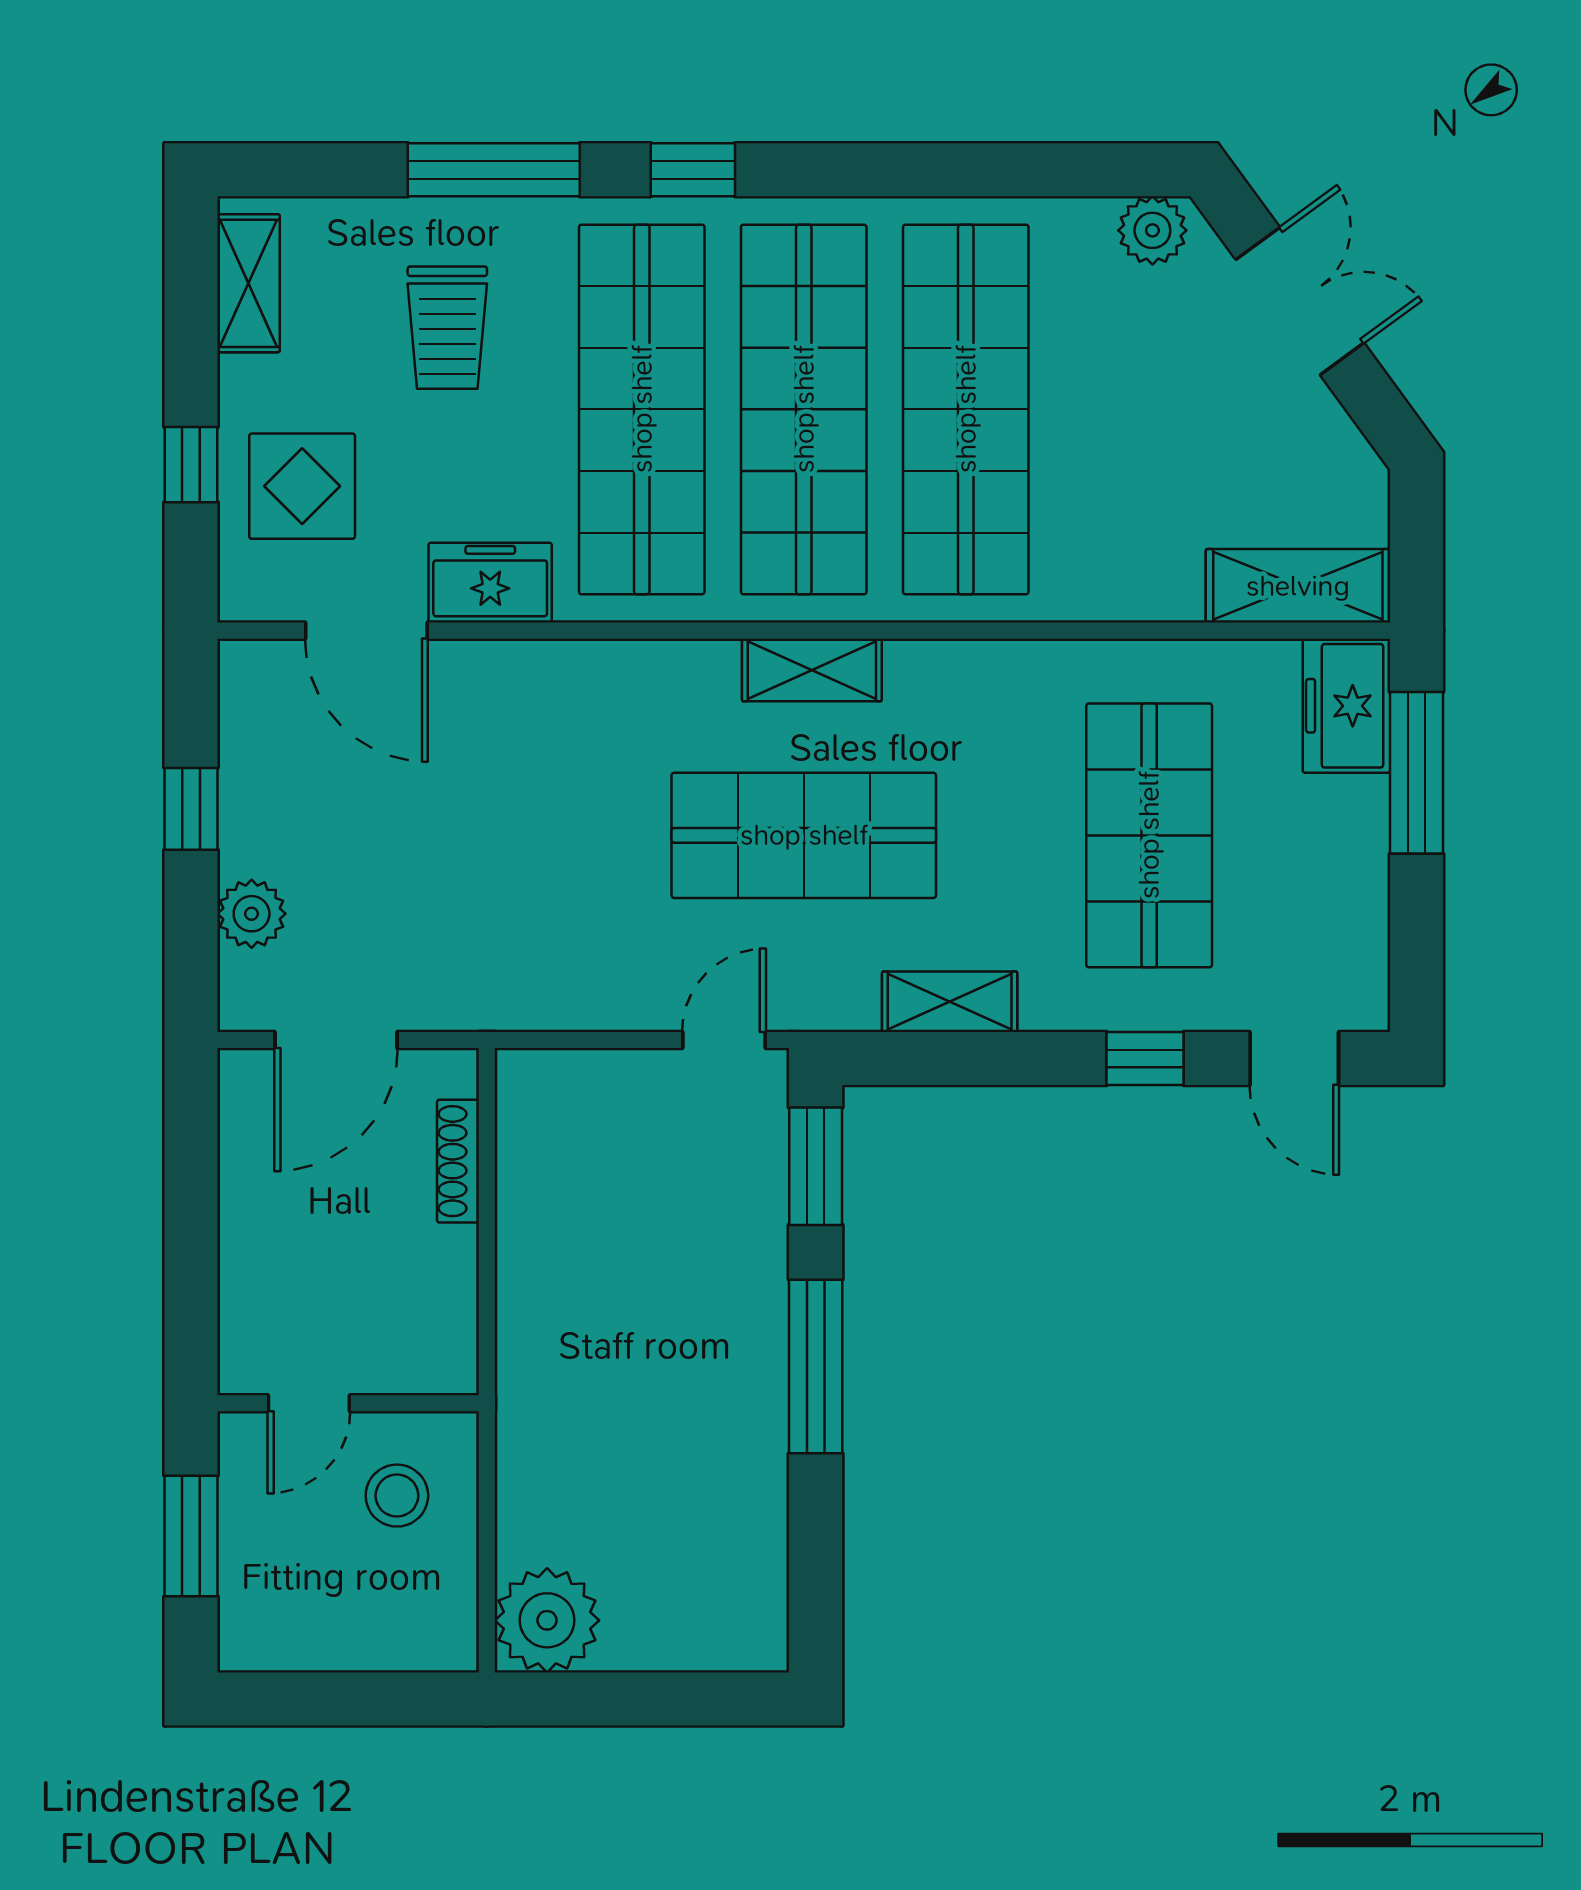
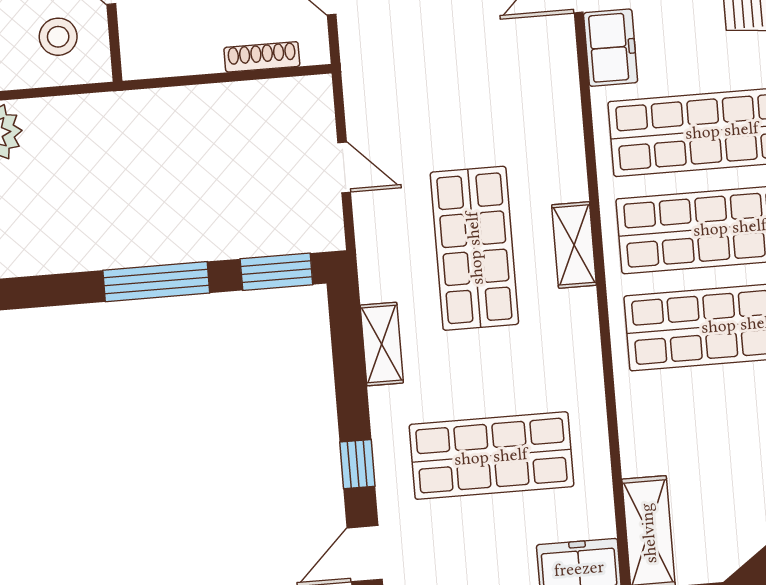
door: (724, 1040) -> (344, 167), moved

